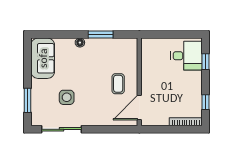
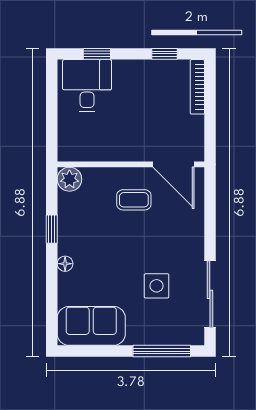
window: (101, 35) -> (52, 229), width x0.67
plant: (130, 45) -> (69, 179), added
window: (28, 100) -> (162, 351), width x1.44

